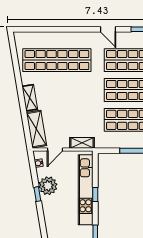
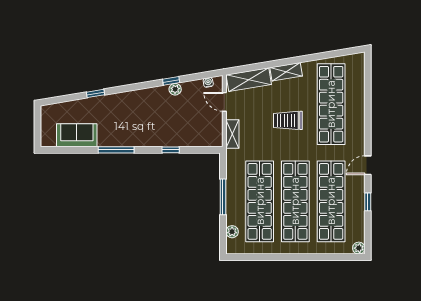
trolley: (71, 96) -> (288, 120), added
plant: (48, 186) -> (175, 89), width x0.53, depth x0.53
kitchen unit: (86, 190) -> (176, 138), removed

